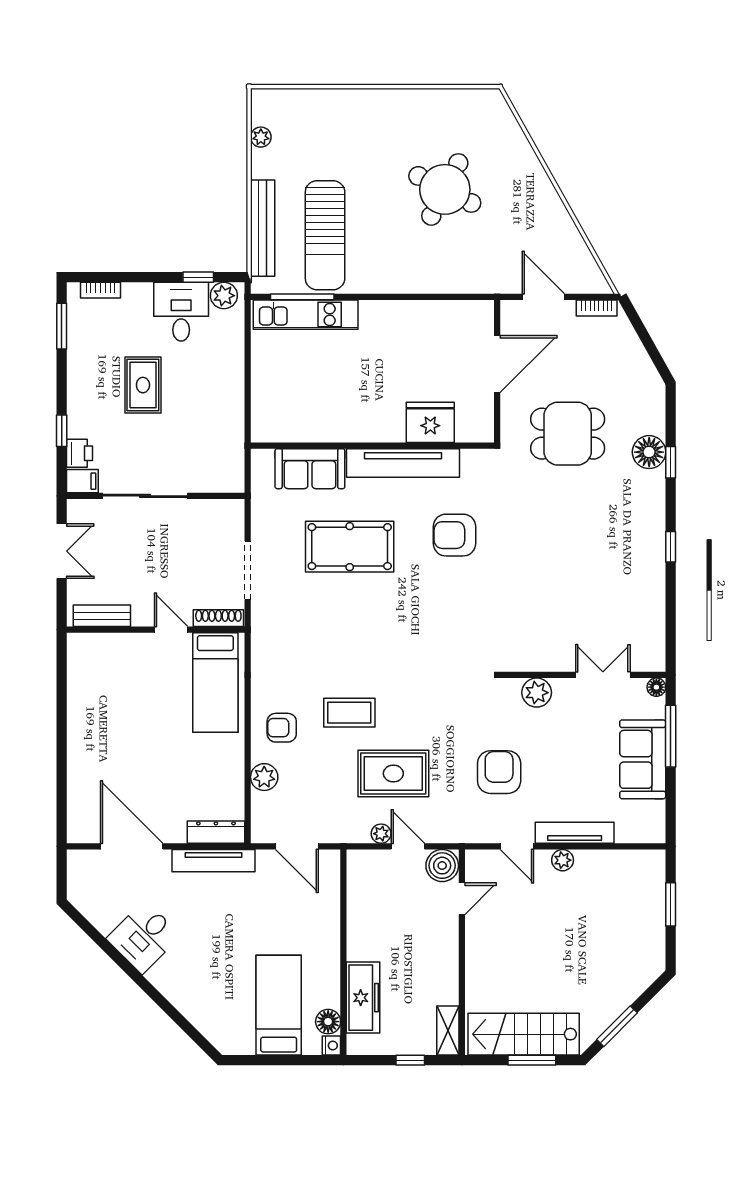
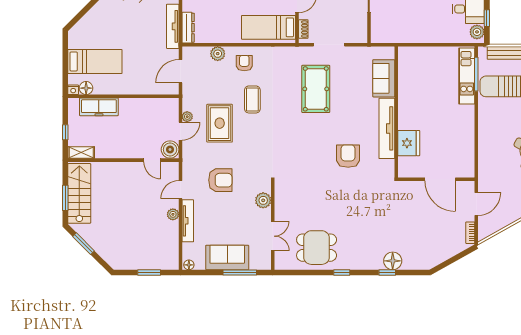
dining table: (568, 434) -> (317, 248), moved, turned 90
pool table: (350, 547) -> (316, 89), moved
shoe rack: (218, 618) -> (303, 29), width x0.70
floor lamp: (656, 687) -> (189, 265), moved

